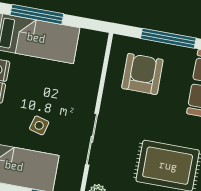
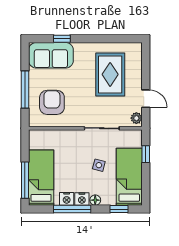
armchair: (142, 74) -> (52, 102), turned 90

